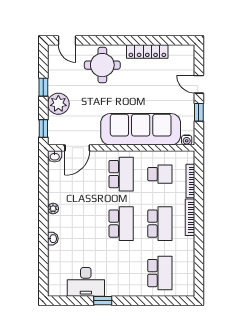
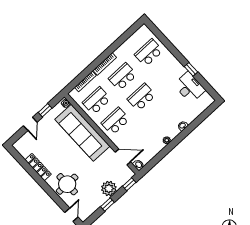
school desk: (160, 174) -> (97, 101), width x1.85

